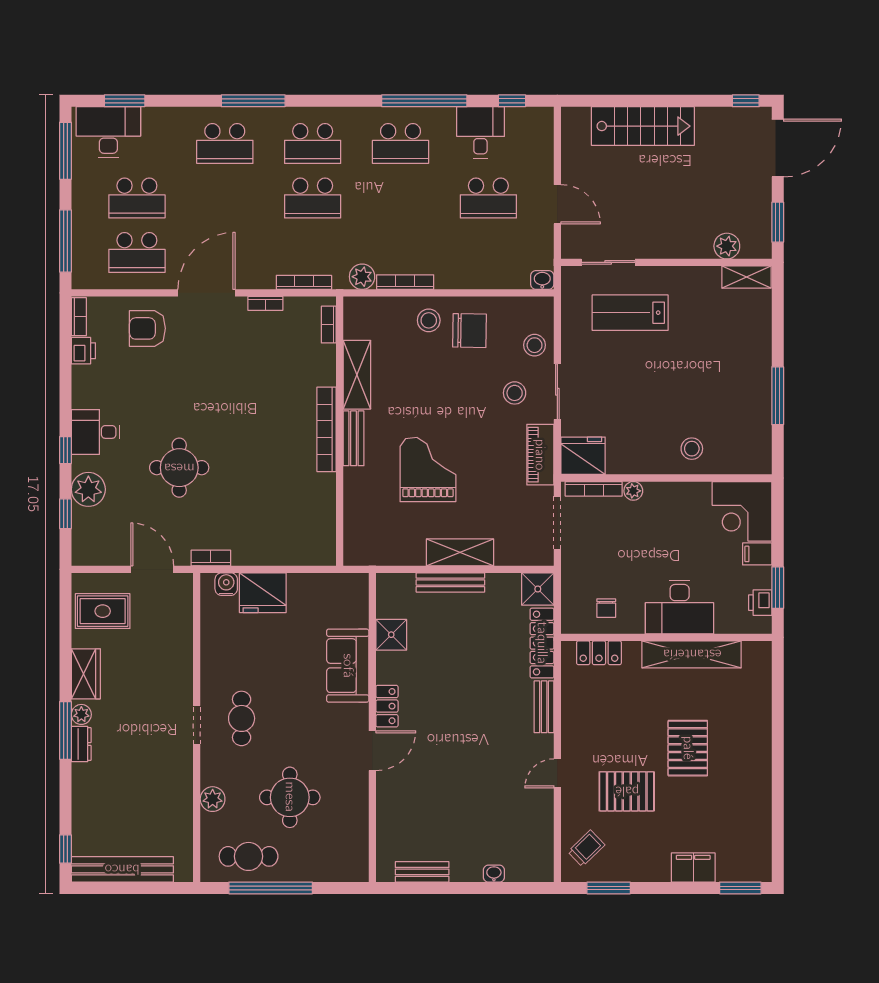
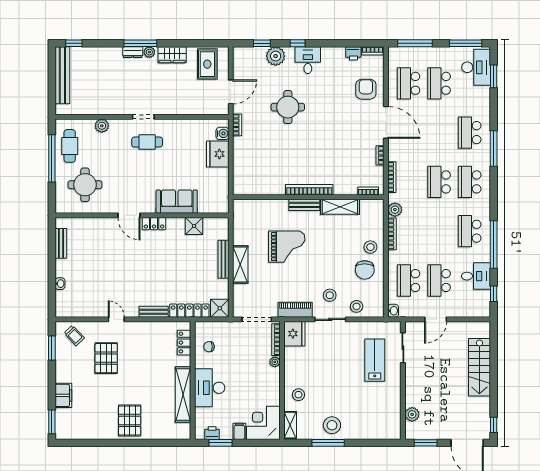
school desk: (488, 253) -> (409, 281), added
shelving: (746, 277) -> (290, 425), moved
stool: (746, 389) -> (332, 425), added
pallet: (688, 748) -> (130, 420), moved, turned 90
round table: (290, 797) -> (85, 185), moved

